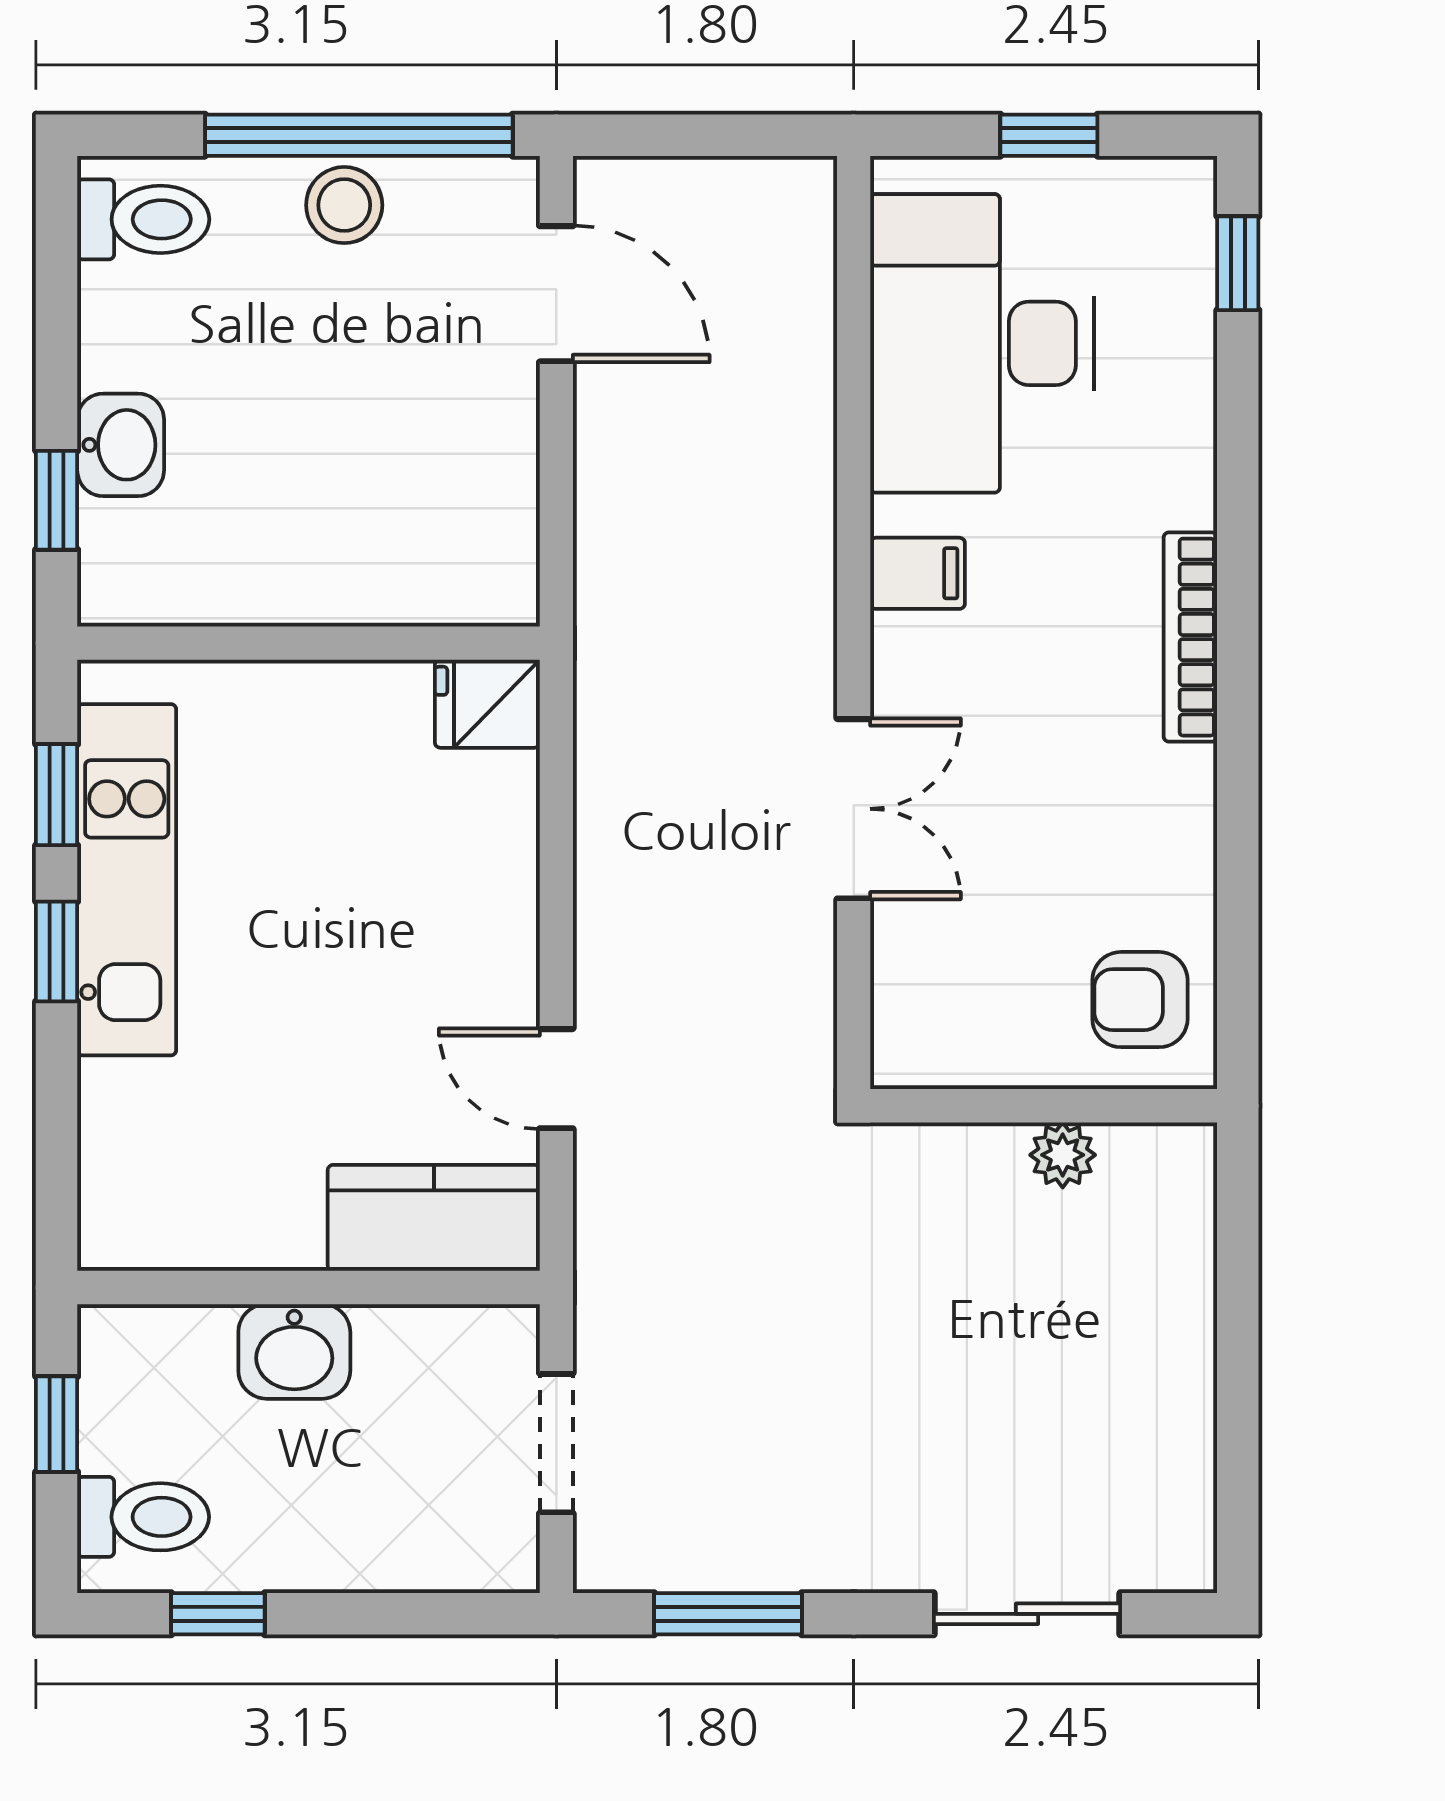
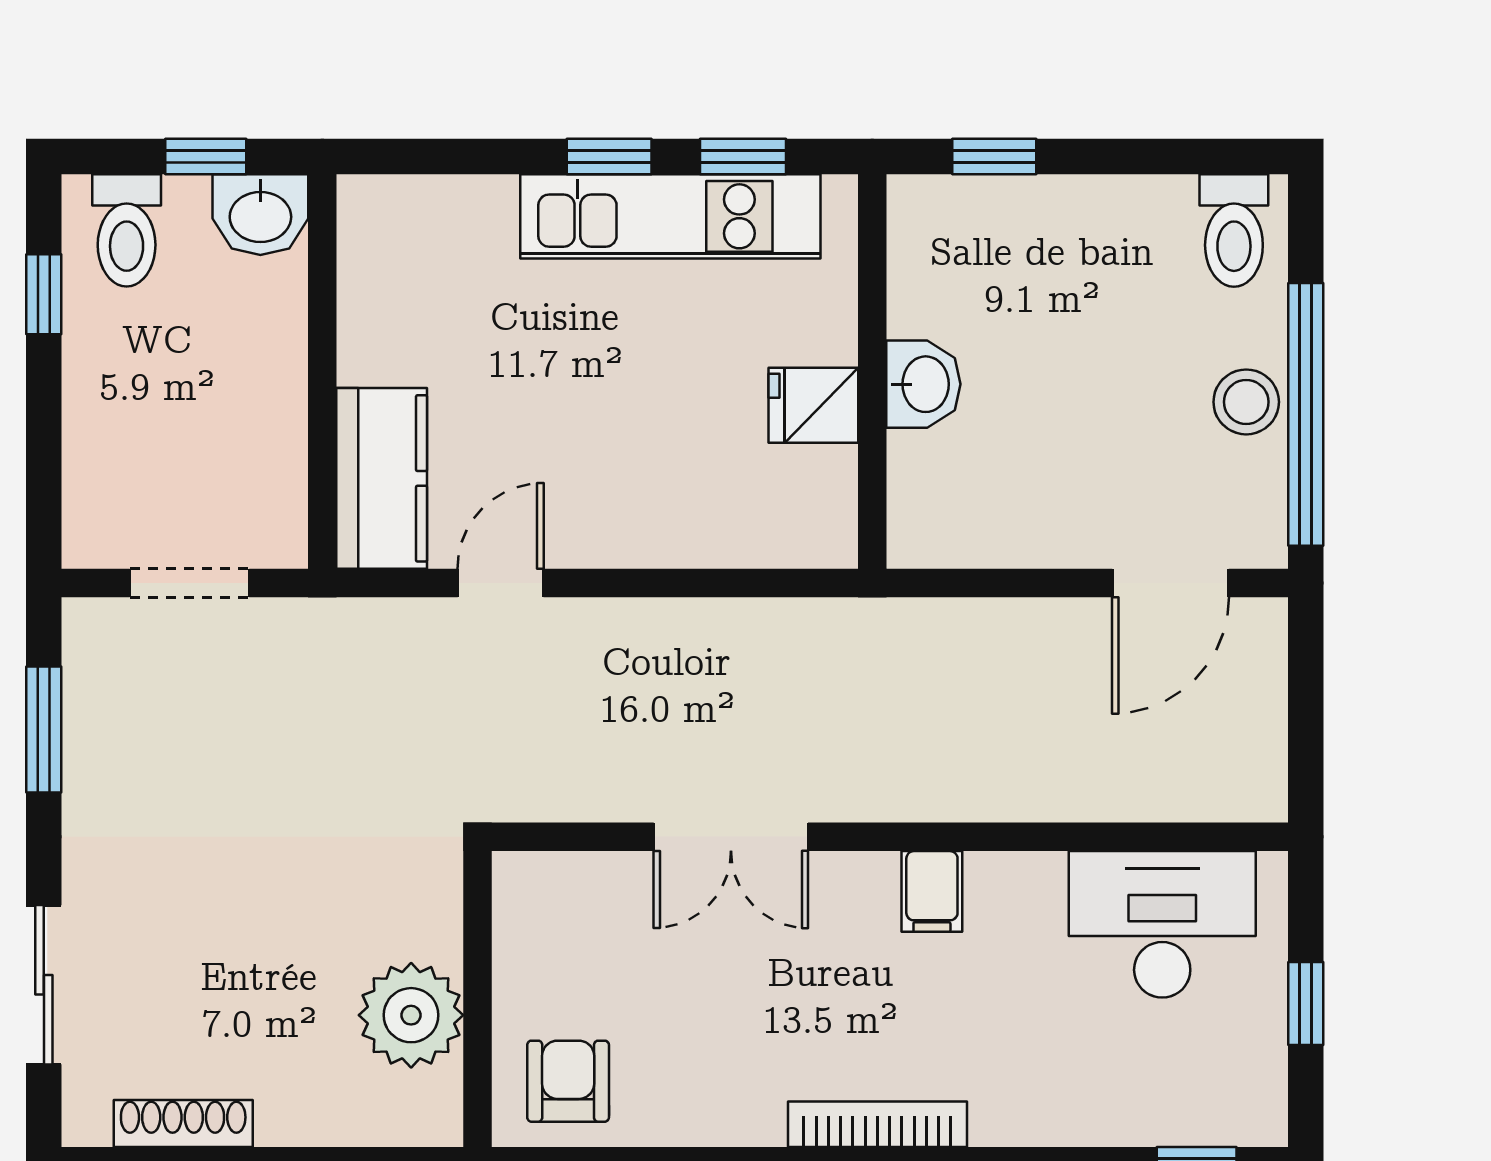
desk: (982, 343) -> (1162, 924), width x0.73, depth x0.77
washbasin: (121, 445) -> (923, 384), moved, turned -90
fridge: (487, 704) -> (813, 405), moved, turned -90
plant: (1063, 1155) -> (411, 1015), width x1.88, depth x1.88
washbasin: (294, 1351) -> (260, 215), moved, turned -90
shoe rack: (1190, 1451) -> (183, 1123), added

